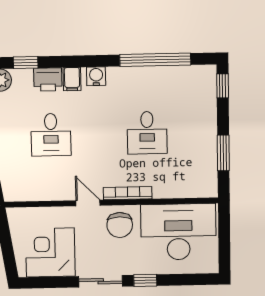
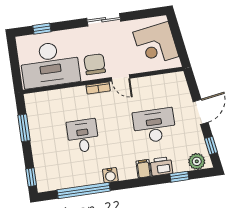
water cooler: (96, 76) -> (110, 175), moved
desk: (51, 135) -> (154, 126), width x1.37
bookcase: (128, 193) -> (98, 88), width x0.64
corner desk: (50, 253) -> (156, 44), moved, turned 81
window: (145, 280) -> (42, 29), moved

